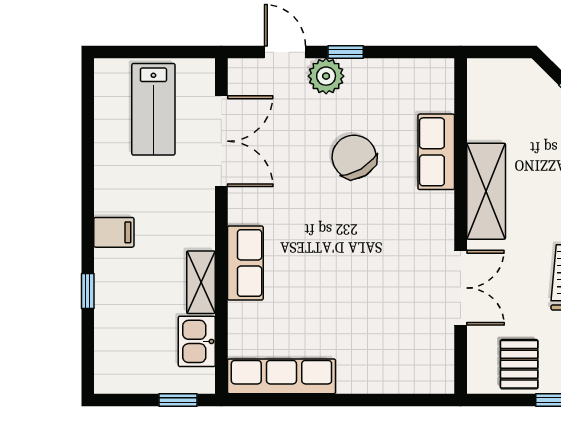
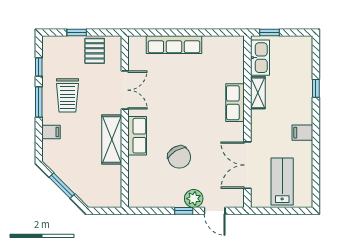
row of seats: (436, 152) -> (137, 136), moved
filing cabinet: (114, 232) -> (302, 133), moved
double door: (461, 288) -> (125, 90), swing flipped
kitchen sink: (197, 341) -> (260, 58), width x1.38
row of seats: (281, 376) -> (174, 45), moved

